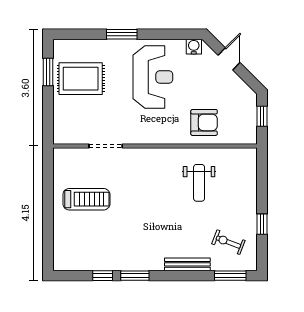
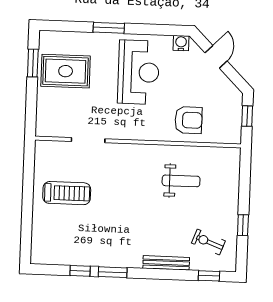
weight bench: (199, 183) -> (181, 181), turned -90
window: (230, 276) -> (209, 276), width x0.67

